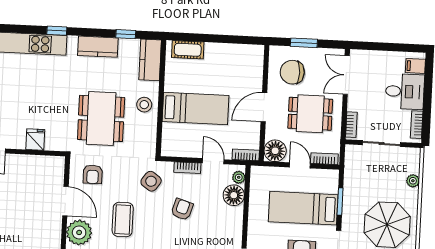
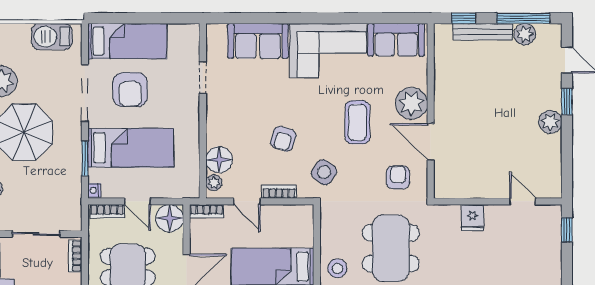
nightstand: (334, 176) -> (94, 190), added

